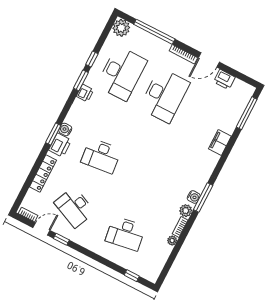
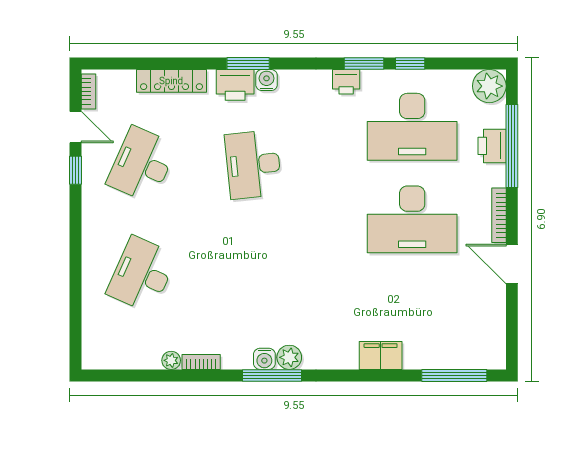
printer: (224, 79) -> (492, 146), moved
plant: (186, 211) -> (289, 357), moved
desk: (125, 233) -> (142, 274), turned 33
window: (132, 276) -> (76, 322), removed

